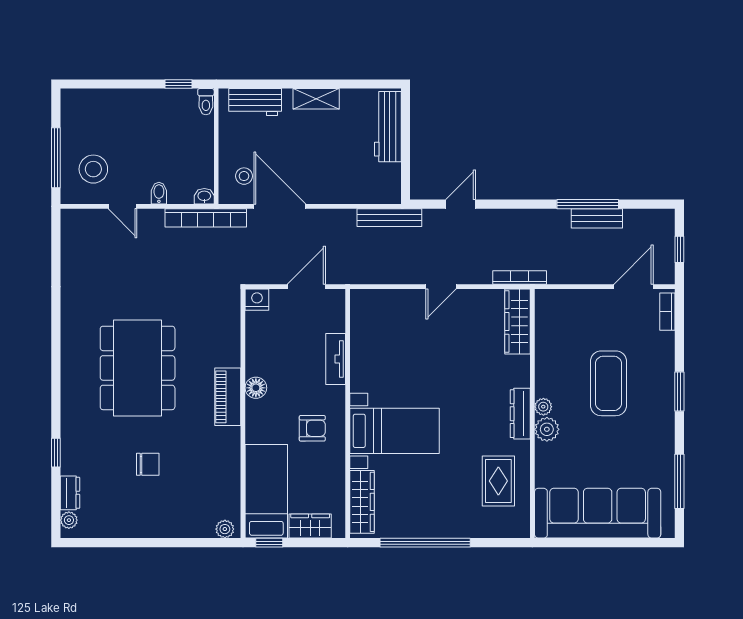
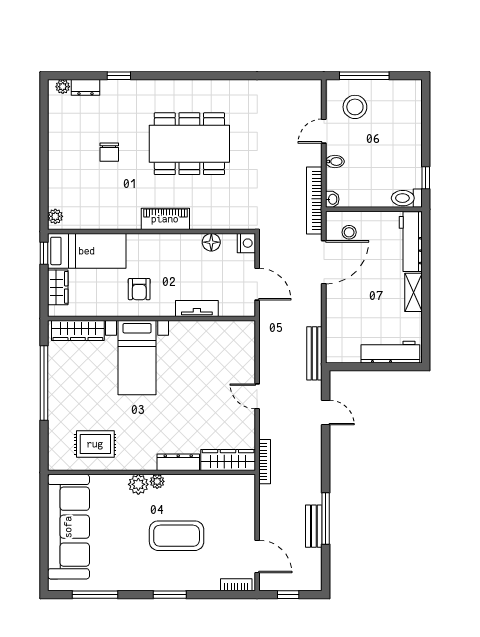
toilet: (206, 102) -> (407, 198), width x1.37, depth x1.39
workbench: (255, 102) -> (411, 242), width x1.38
floor lamp: (256, 388) -> (211, 242), moved
dresser: (520, 414) -> (178, 462), moved

